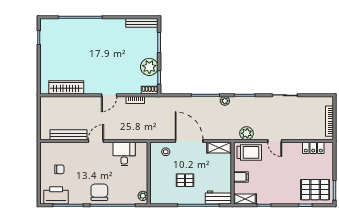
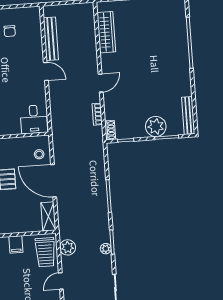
plant: (149, 67) -> (156, 126), moved
door: (109, 95) -> (101, 83), swing flipped
plant: (225, 101) -> (106, 249), moved
door: (189, 141) -> (54, 181), swing flipped
desk: (124, 154) -> (34, 119), moved, turned 90

